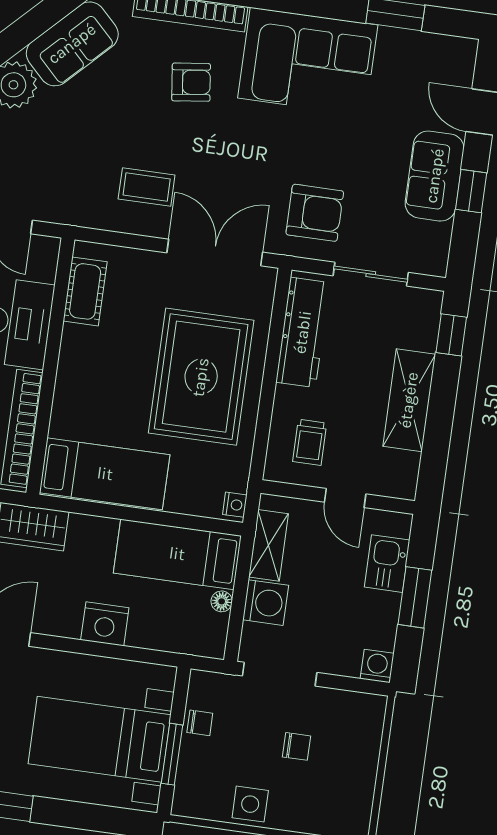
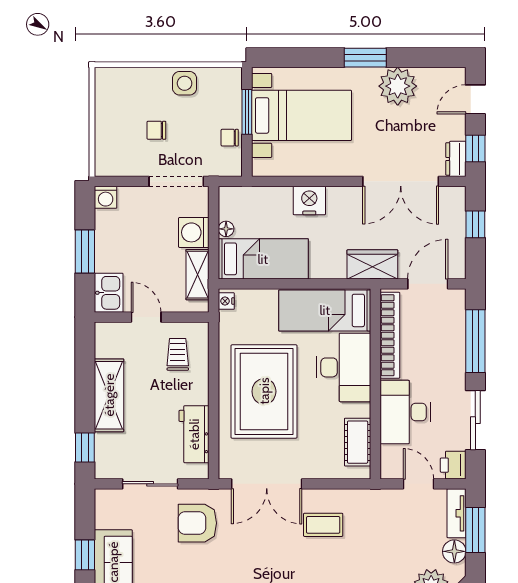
workbench: (303, 332) -> (194, 434), width x0.73
desk: (90, 394) -> (344, 367), added
kitchen sink: (387, 564) -> (109, 293), moved

